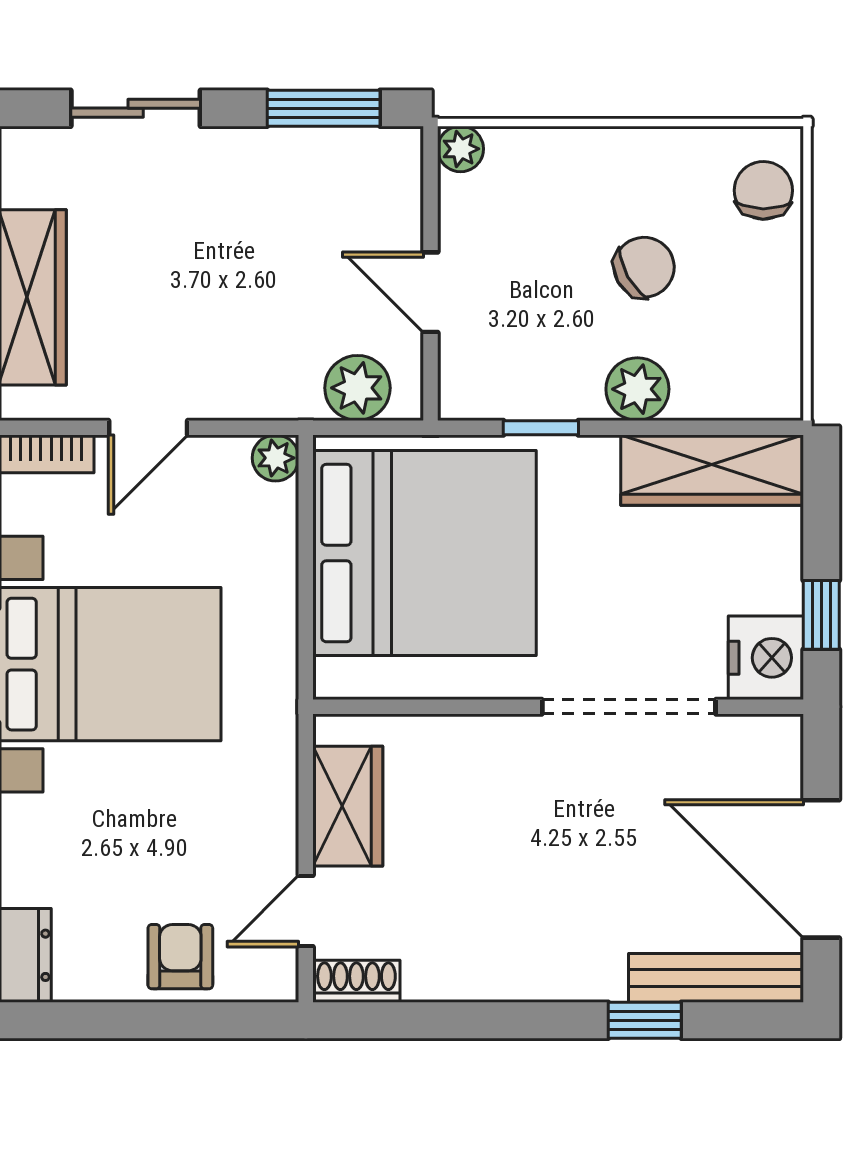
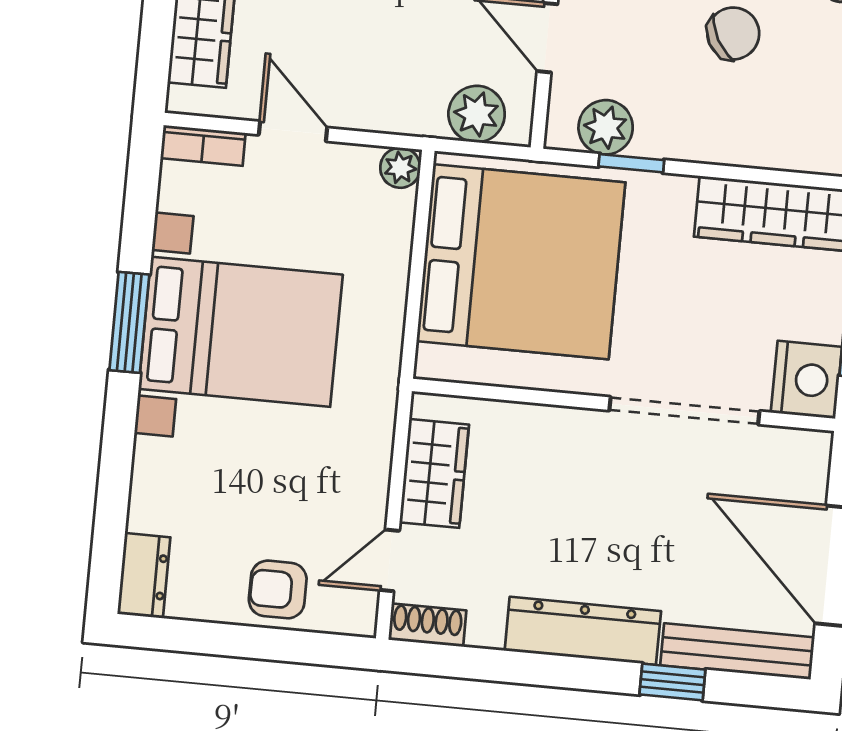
plant: (637, 389) -> (606, 127), moved
door: (148, 428) -> (293, 131), swing flipped
armchair: (180, 957) -> (278, 589), turned -90
dresser: (536, 971) -> (583, 631), added

